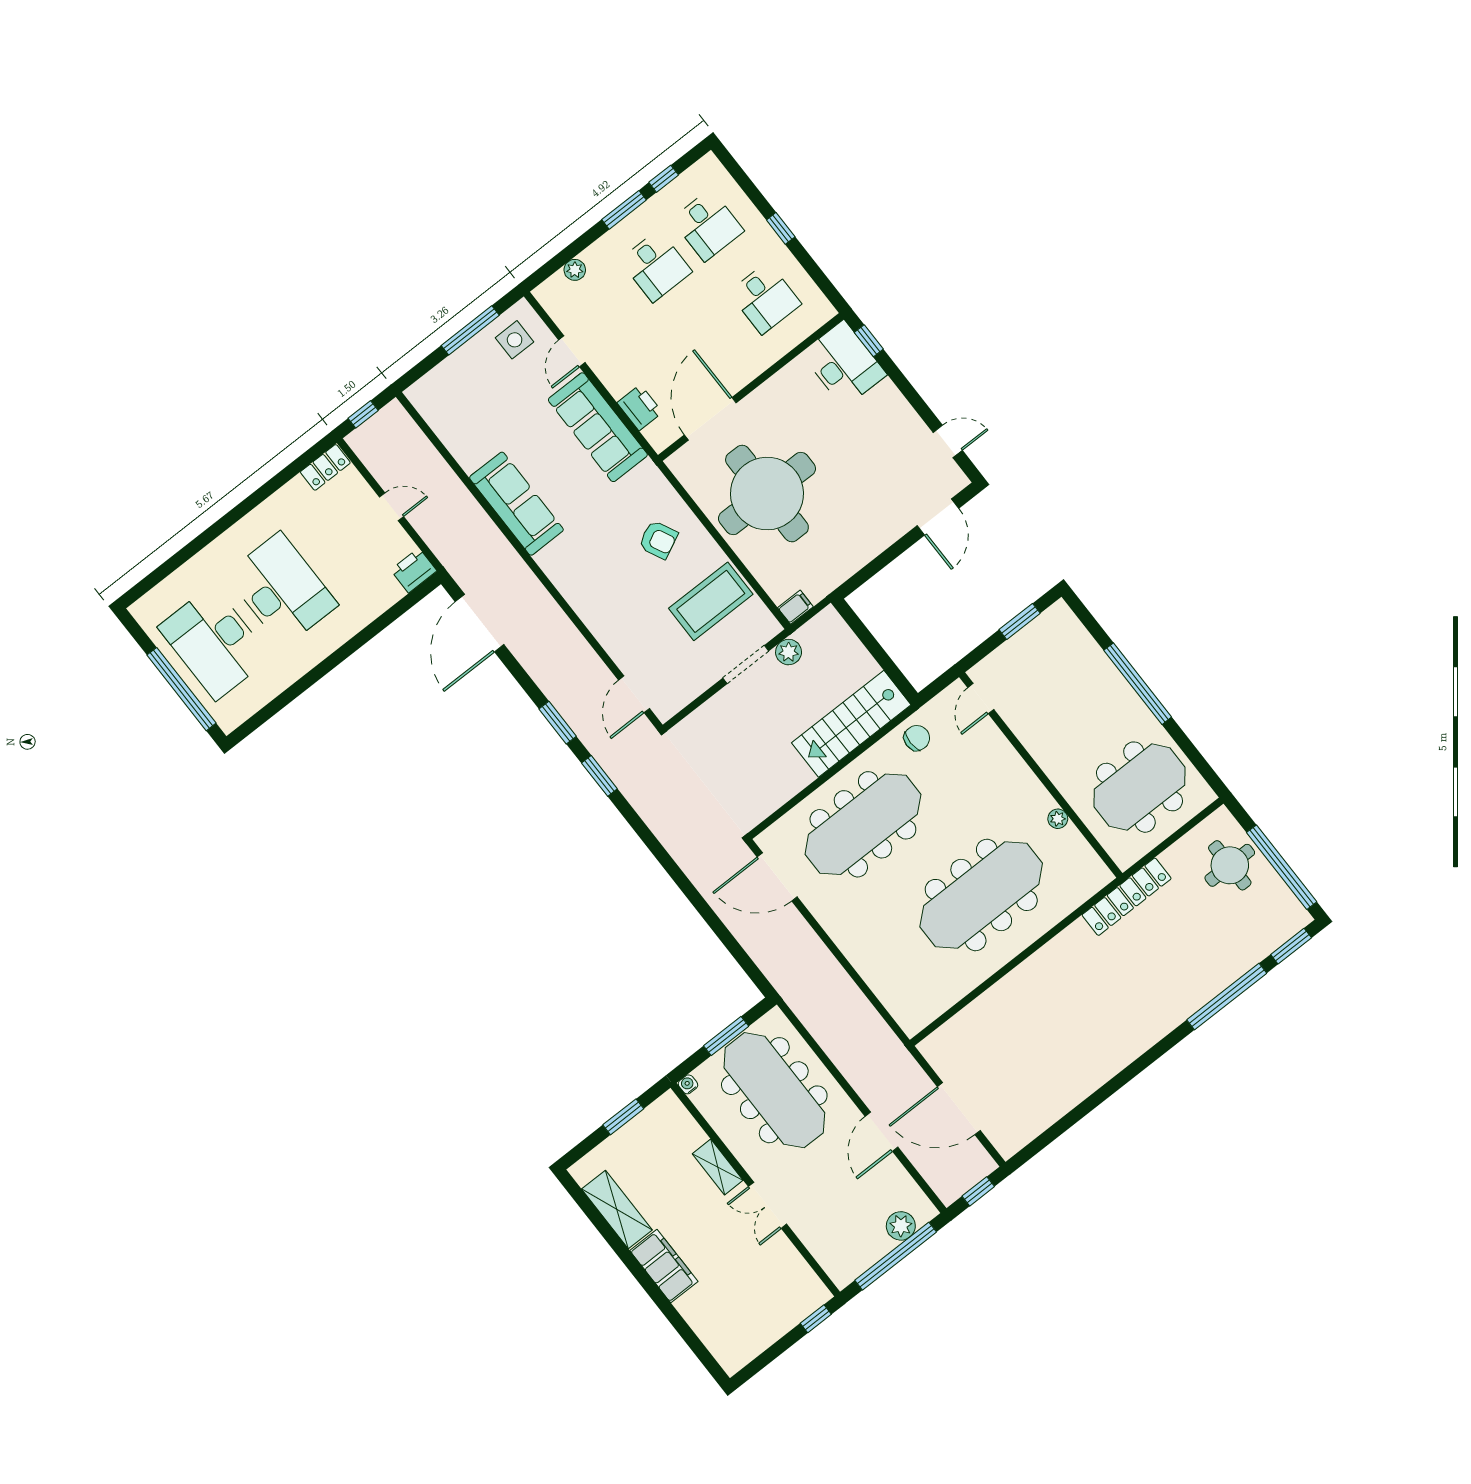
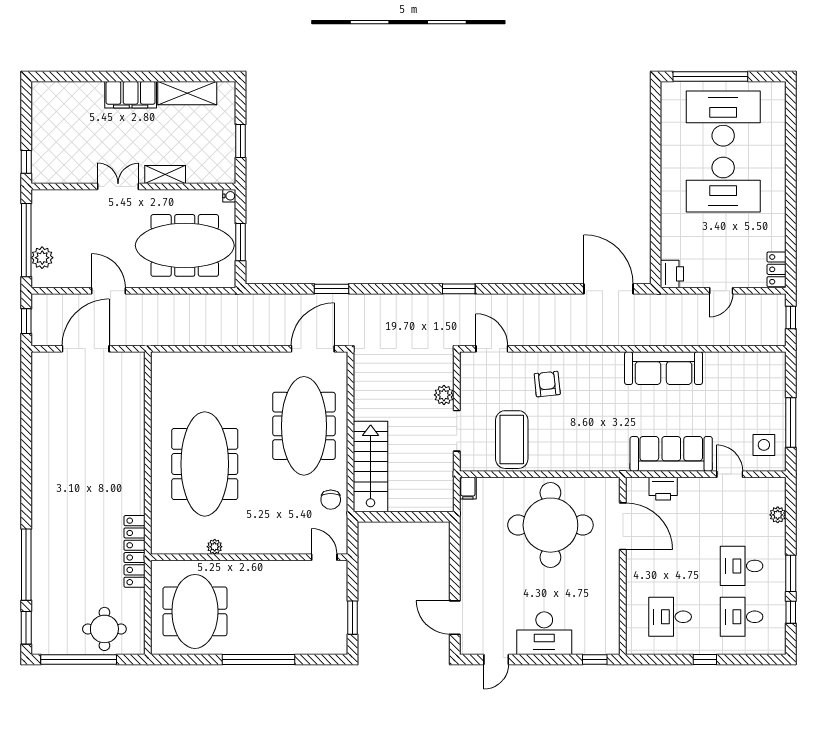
desk: (844, 364) -> (544, 633), moved
armchair: (658, 540) -> (547, 384), moved, turned 110
plant: (789, 652) -> (444, 395), moved
window: (558, 723) -> (332, 289), moved

